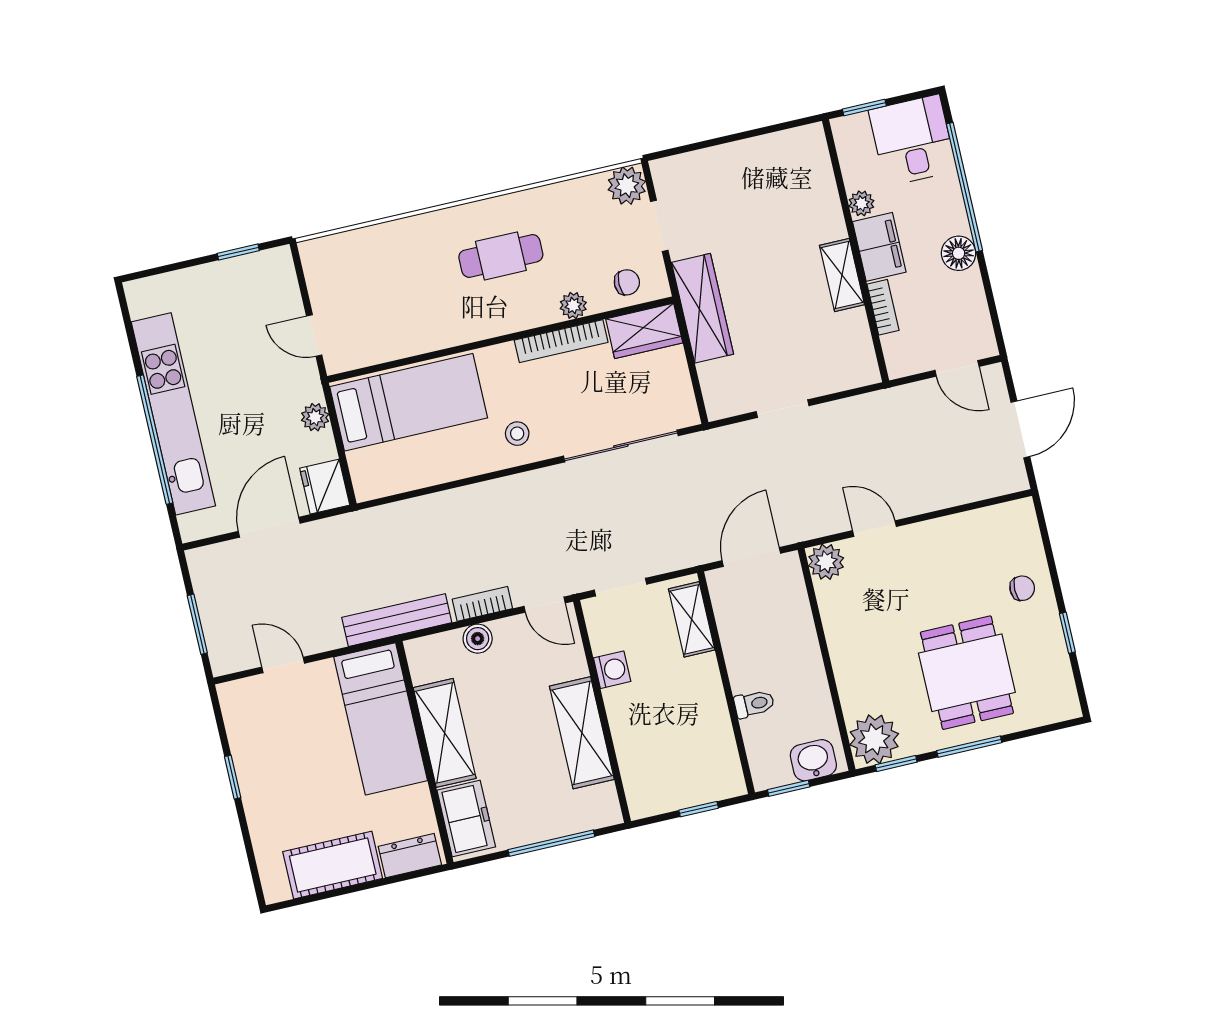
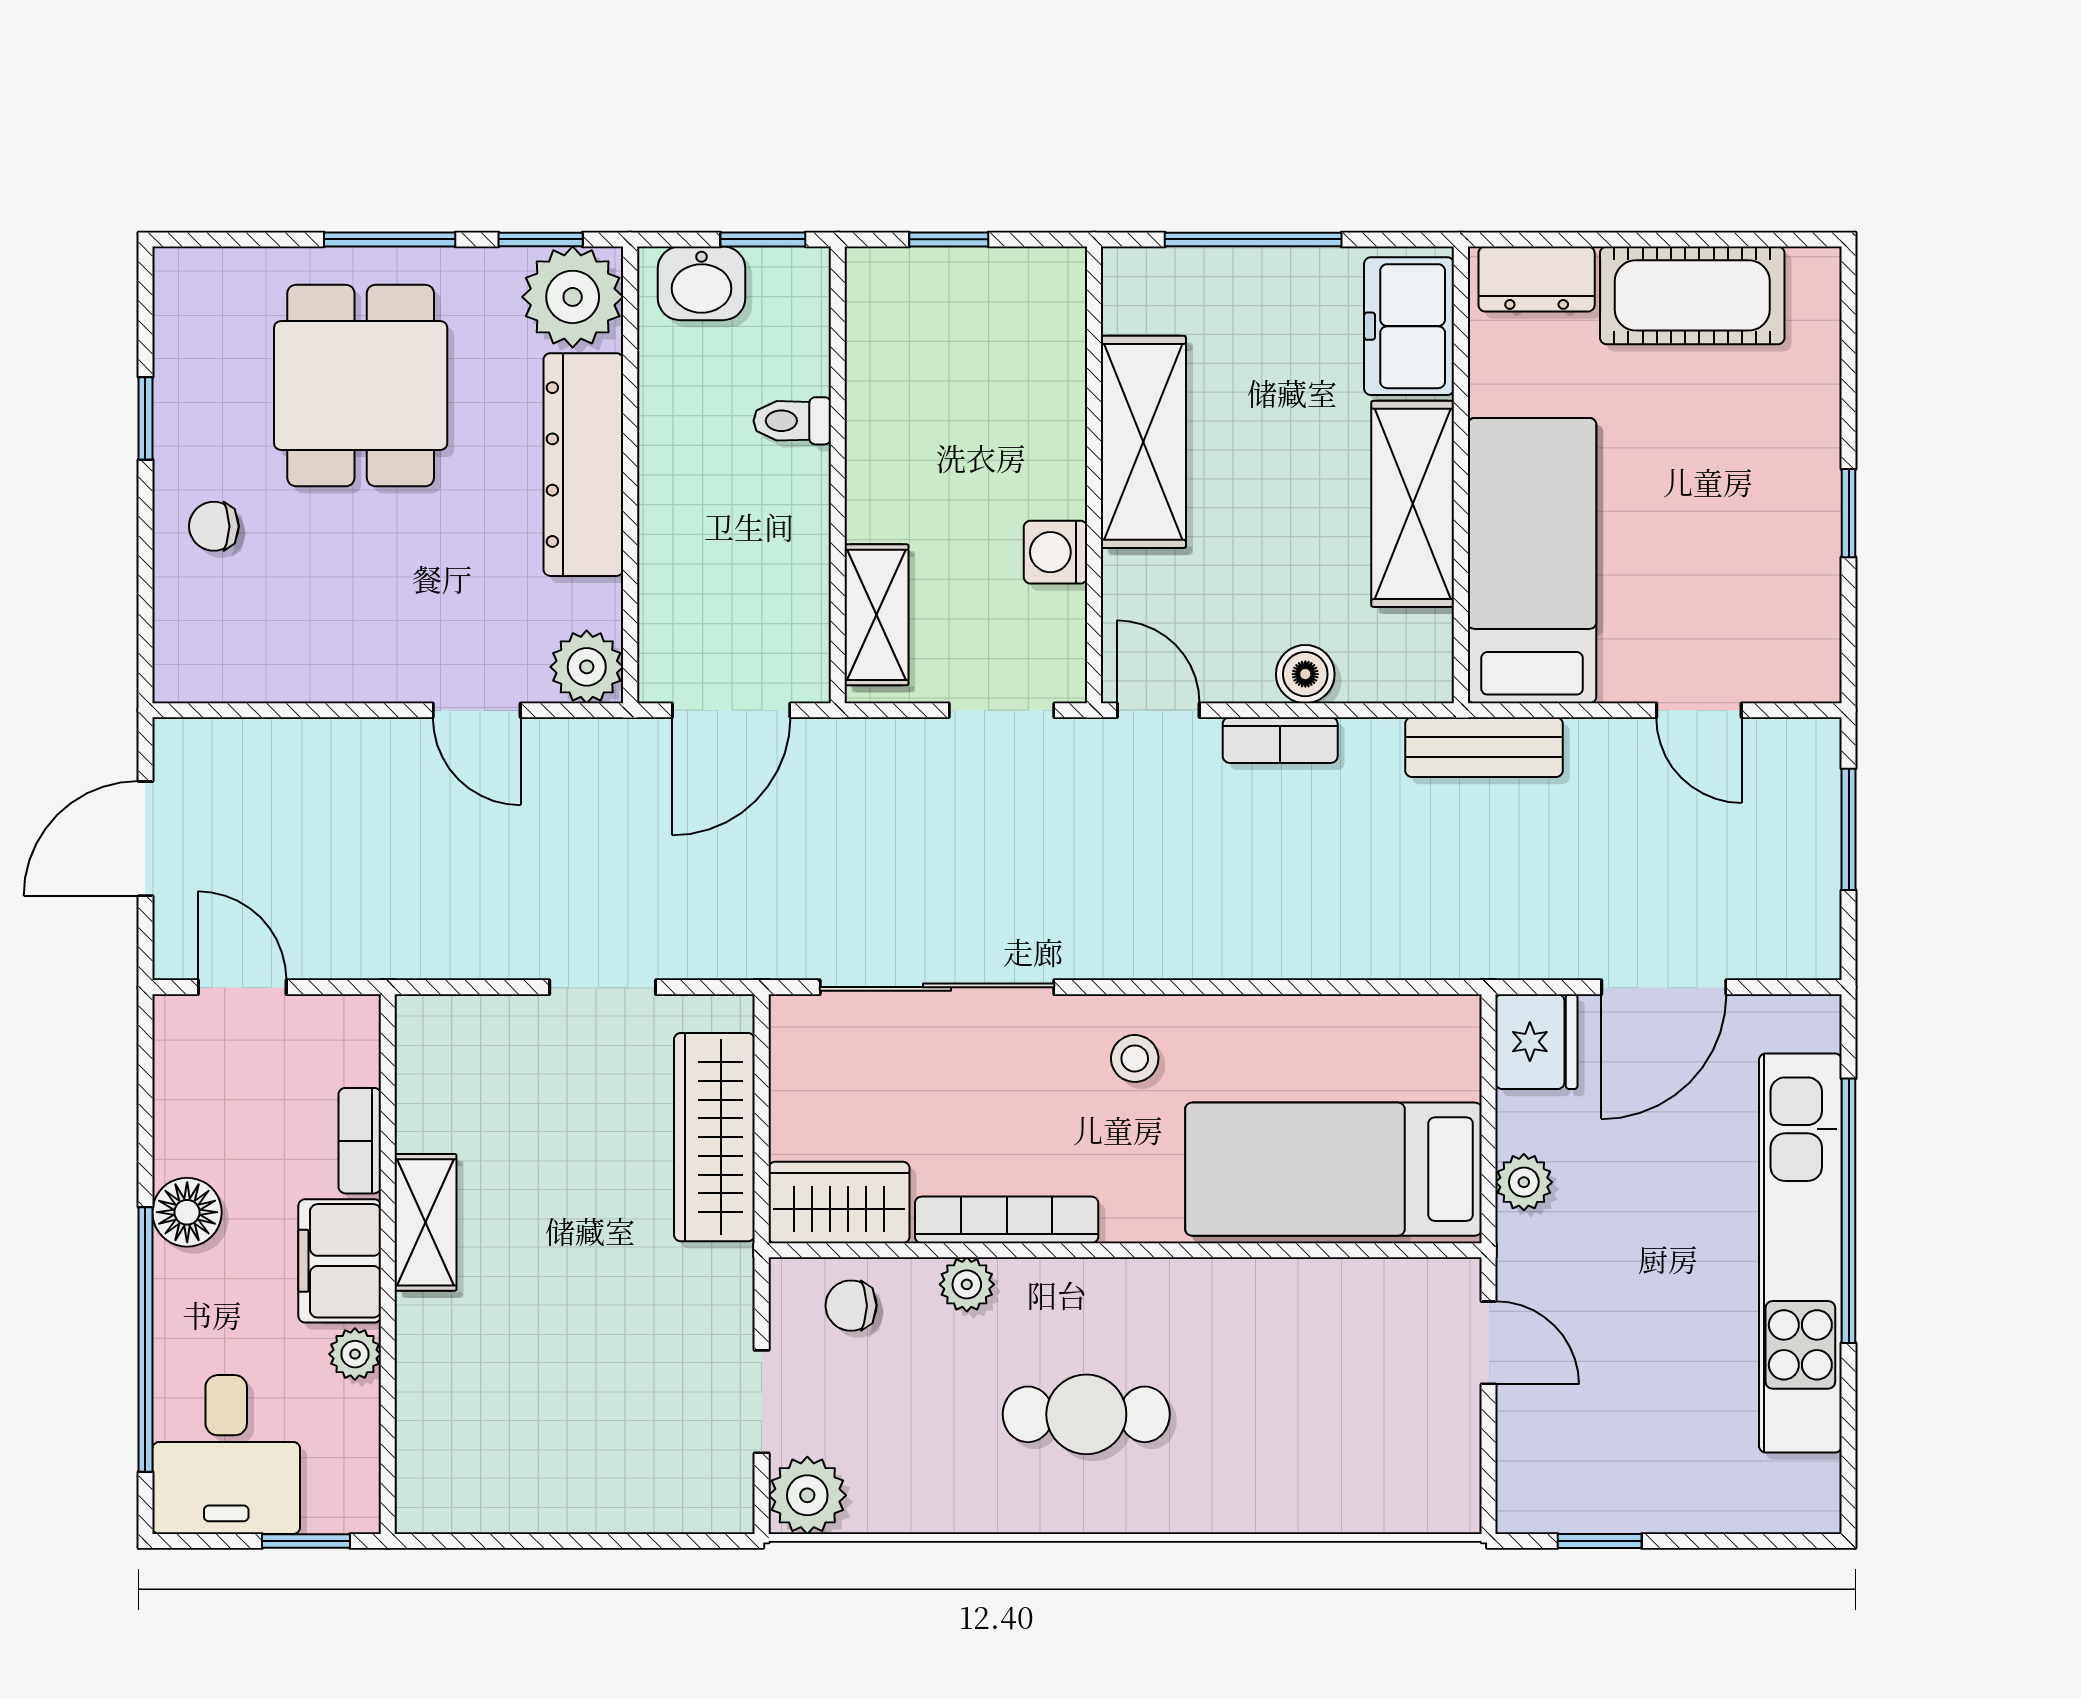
wardrobe: (702, 308) -> (714, 1137), moved
bench: (397, 620) -> (1484, 747), width x0.73
dresser: (850, 659) -> (583, 465), added

